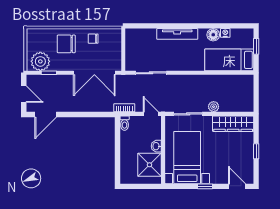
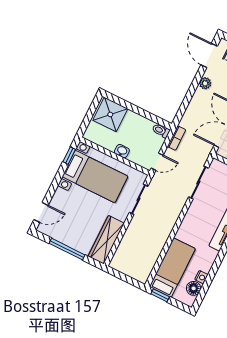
floor lamp: (213, 35) -> (194, 288), moved
window: (256, 46) -> (160, 295), moved
plant: (214, 107) -> (205, 83), moved
window: (256, 151) -> (67, 249), width x2.17
shower: (149, 165) -> (110, 114), moved
window: (205, 186) -> (69, 156), moved

